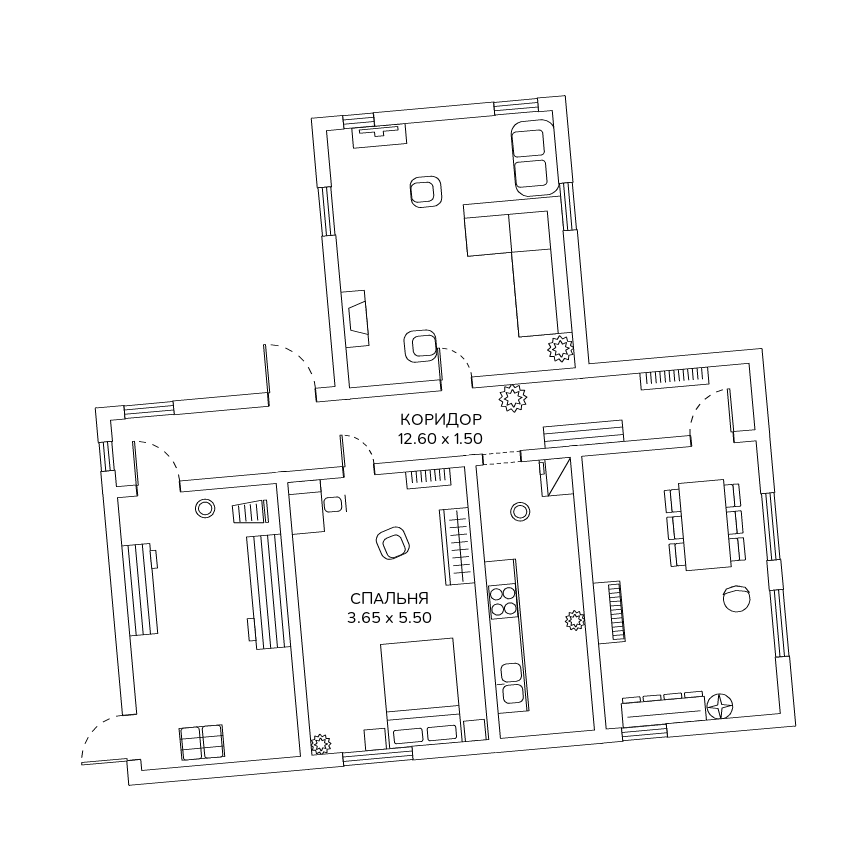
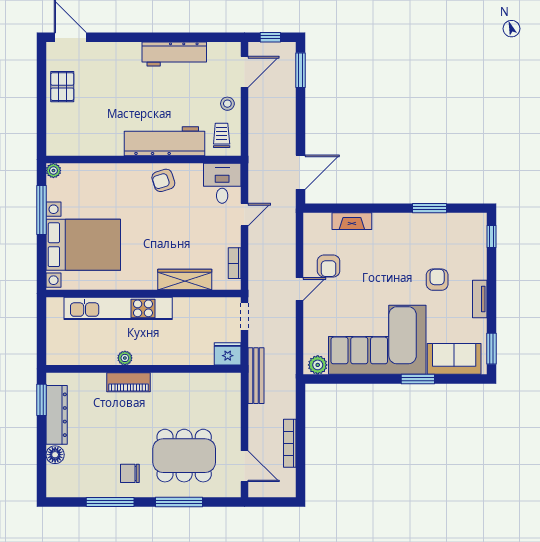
tv unit: (379, 136) -> (480, 299), moved
plant: (513, 398) -> (286, 328), removed
stool: (520, 512) -> (205, 326), removed
armchair: (393, 543) -> (163, 180), moved

